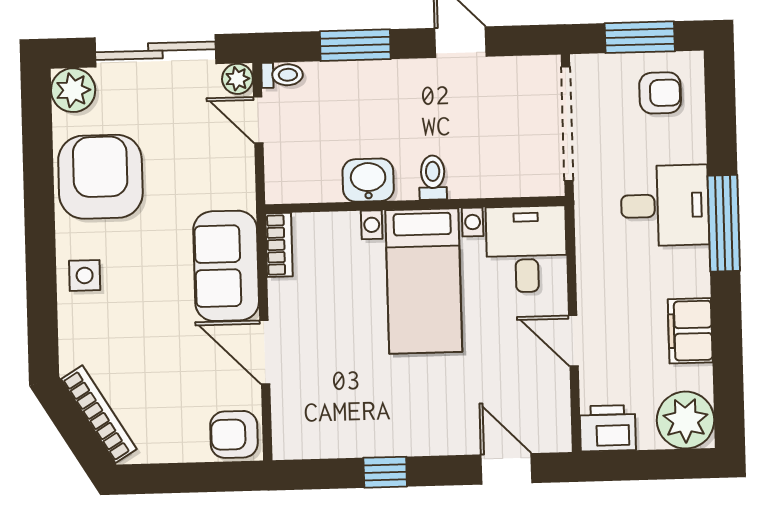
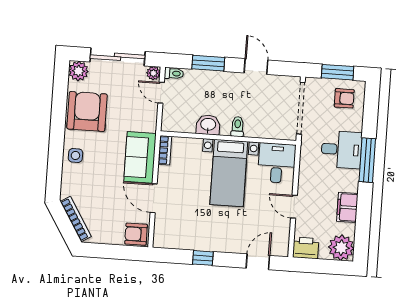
door: (506, 469) -> (258, 262), hinge flipped

